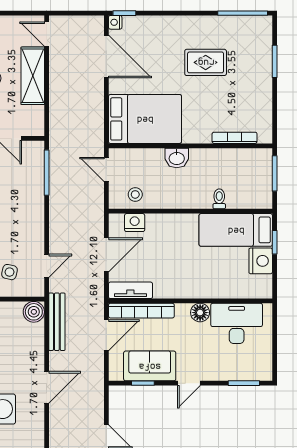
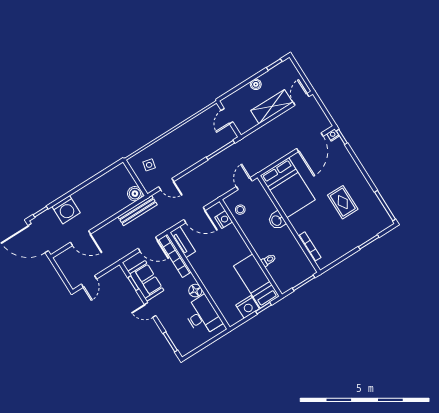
door: (47, 387) -> (80, 238), moved

